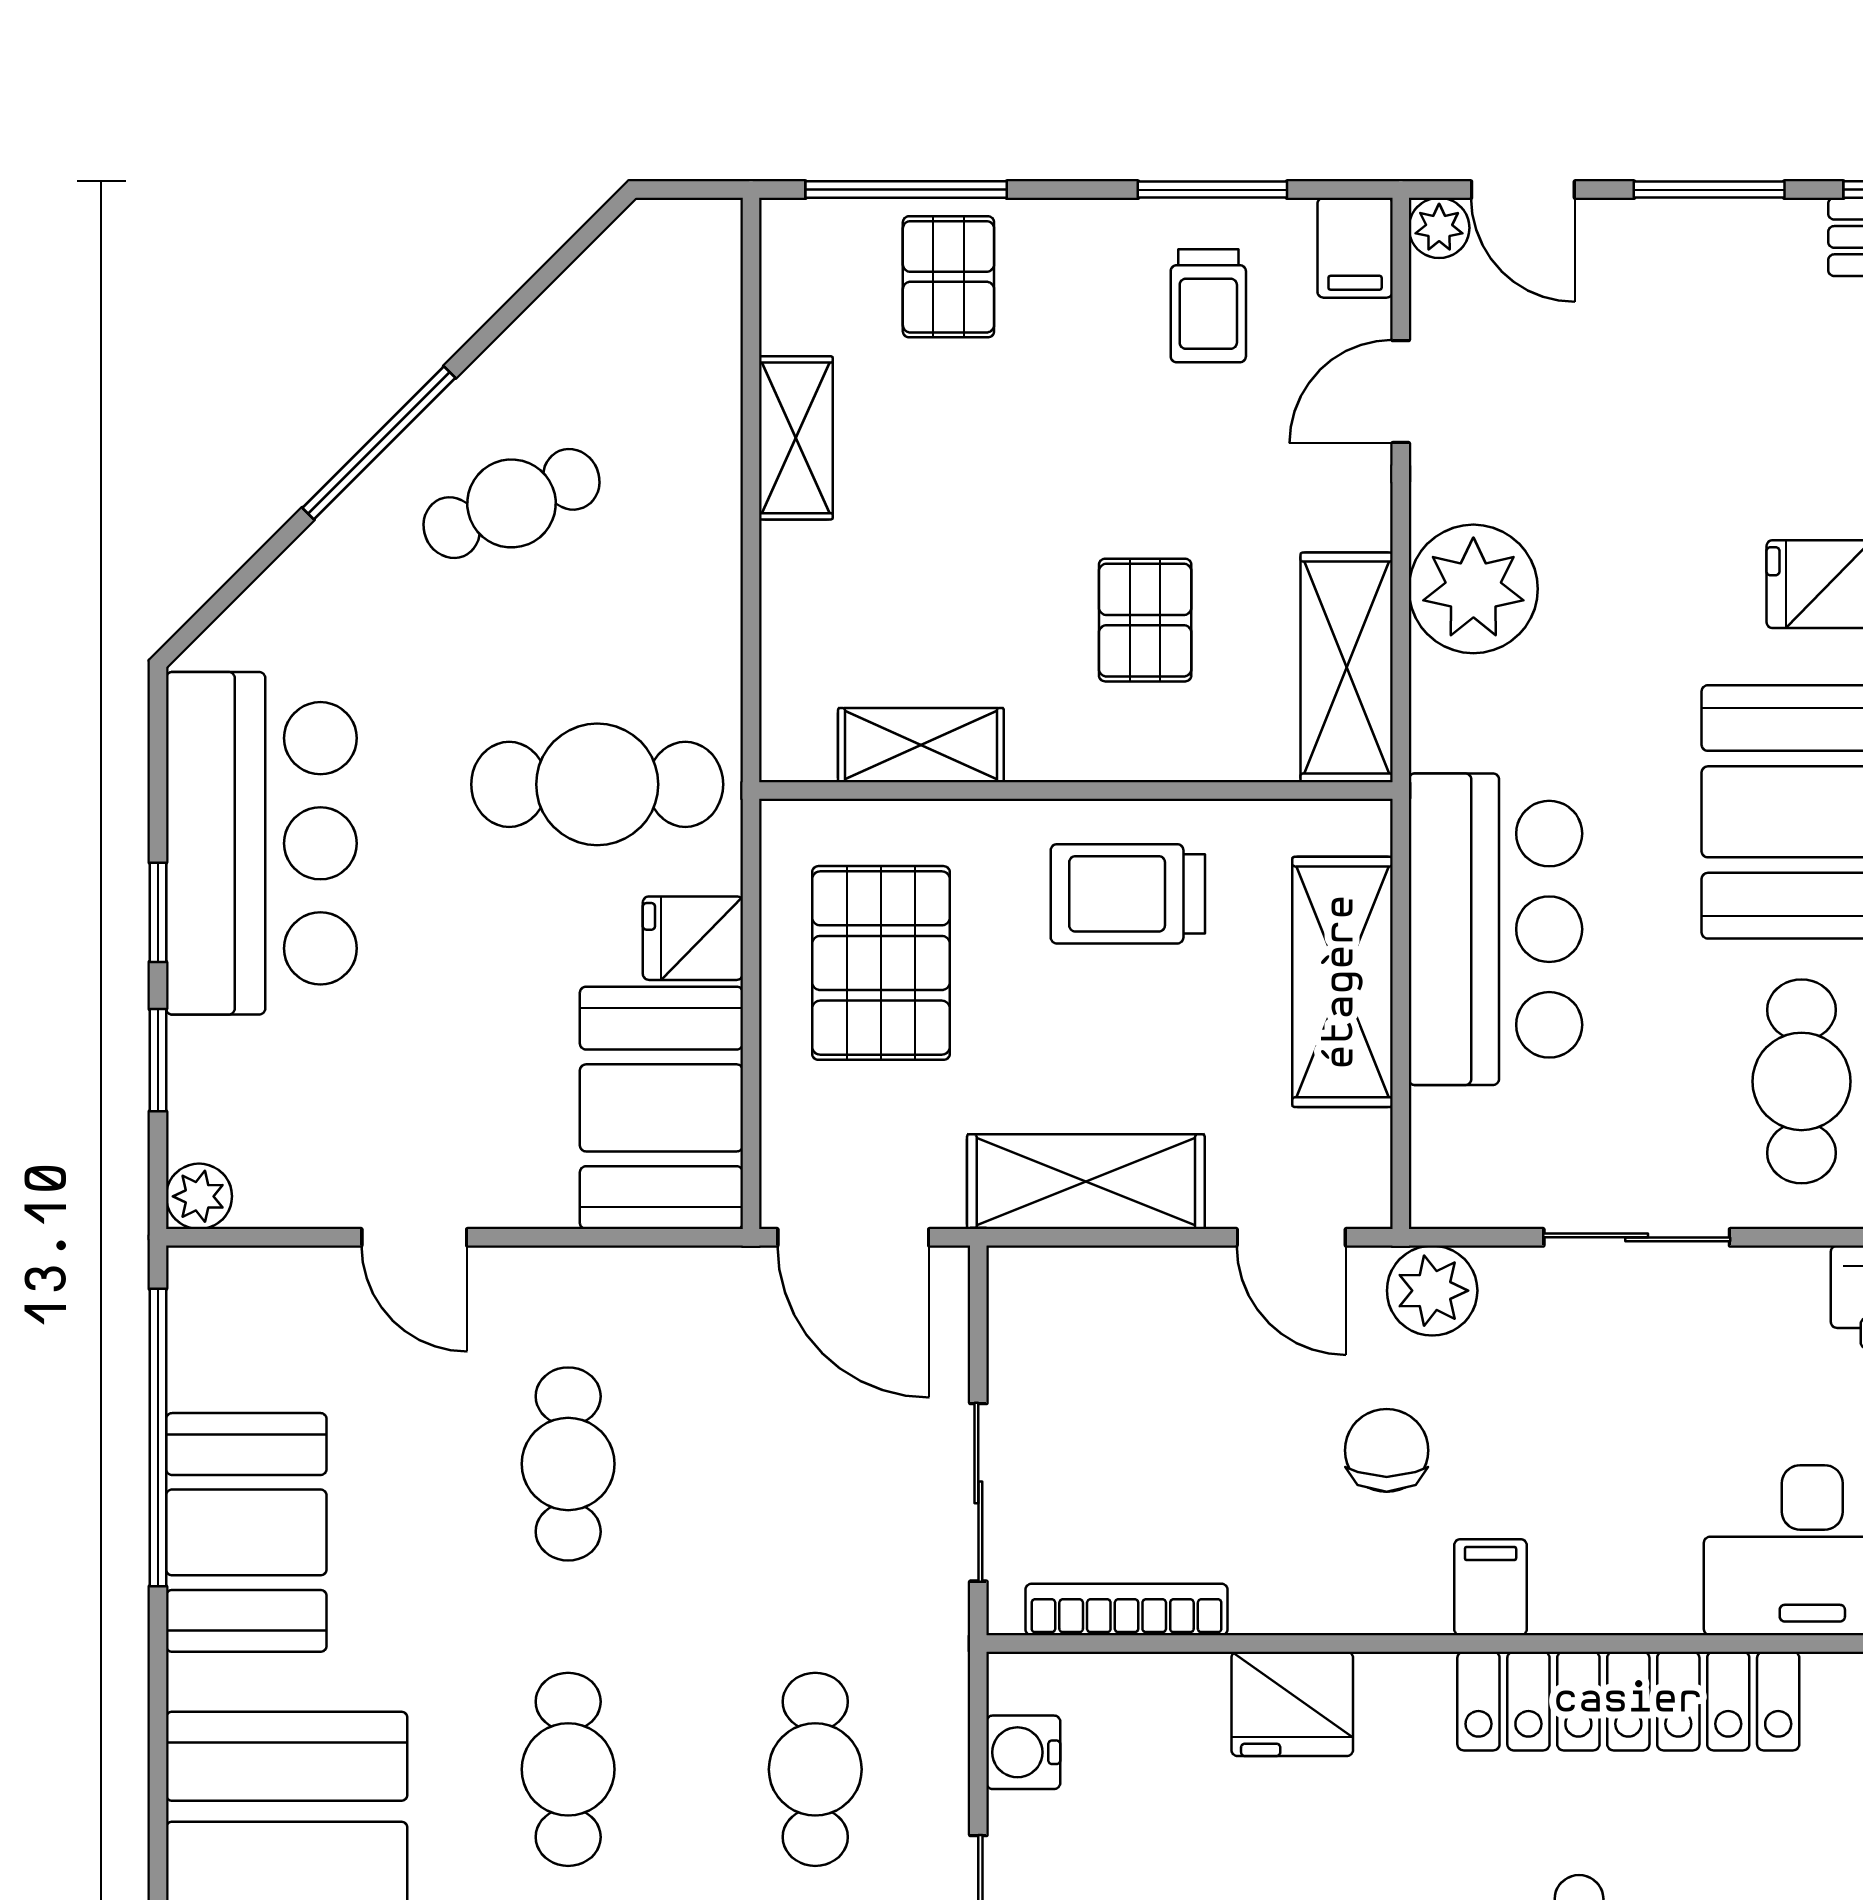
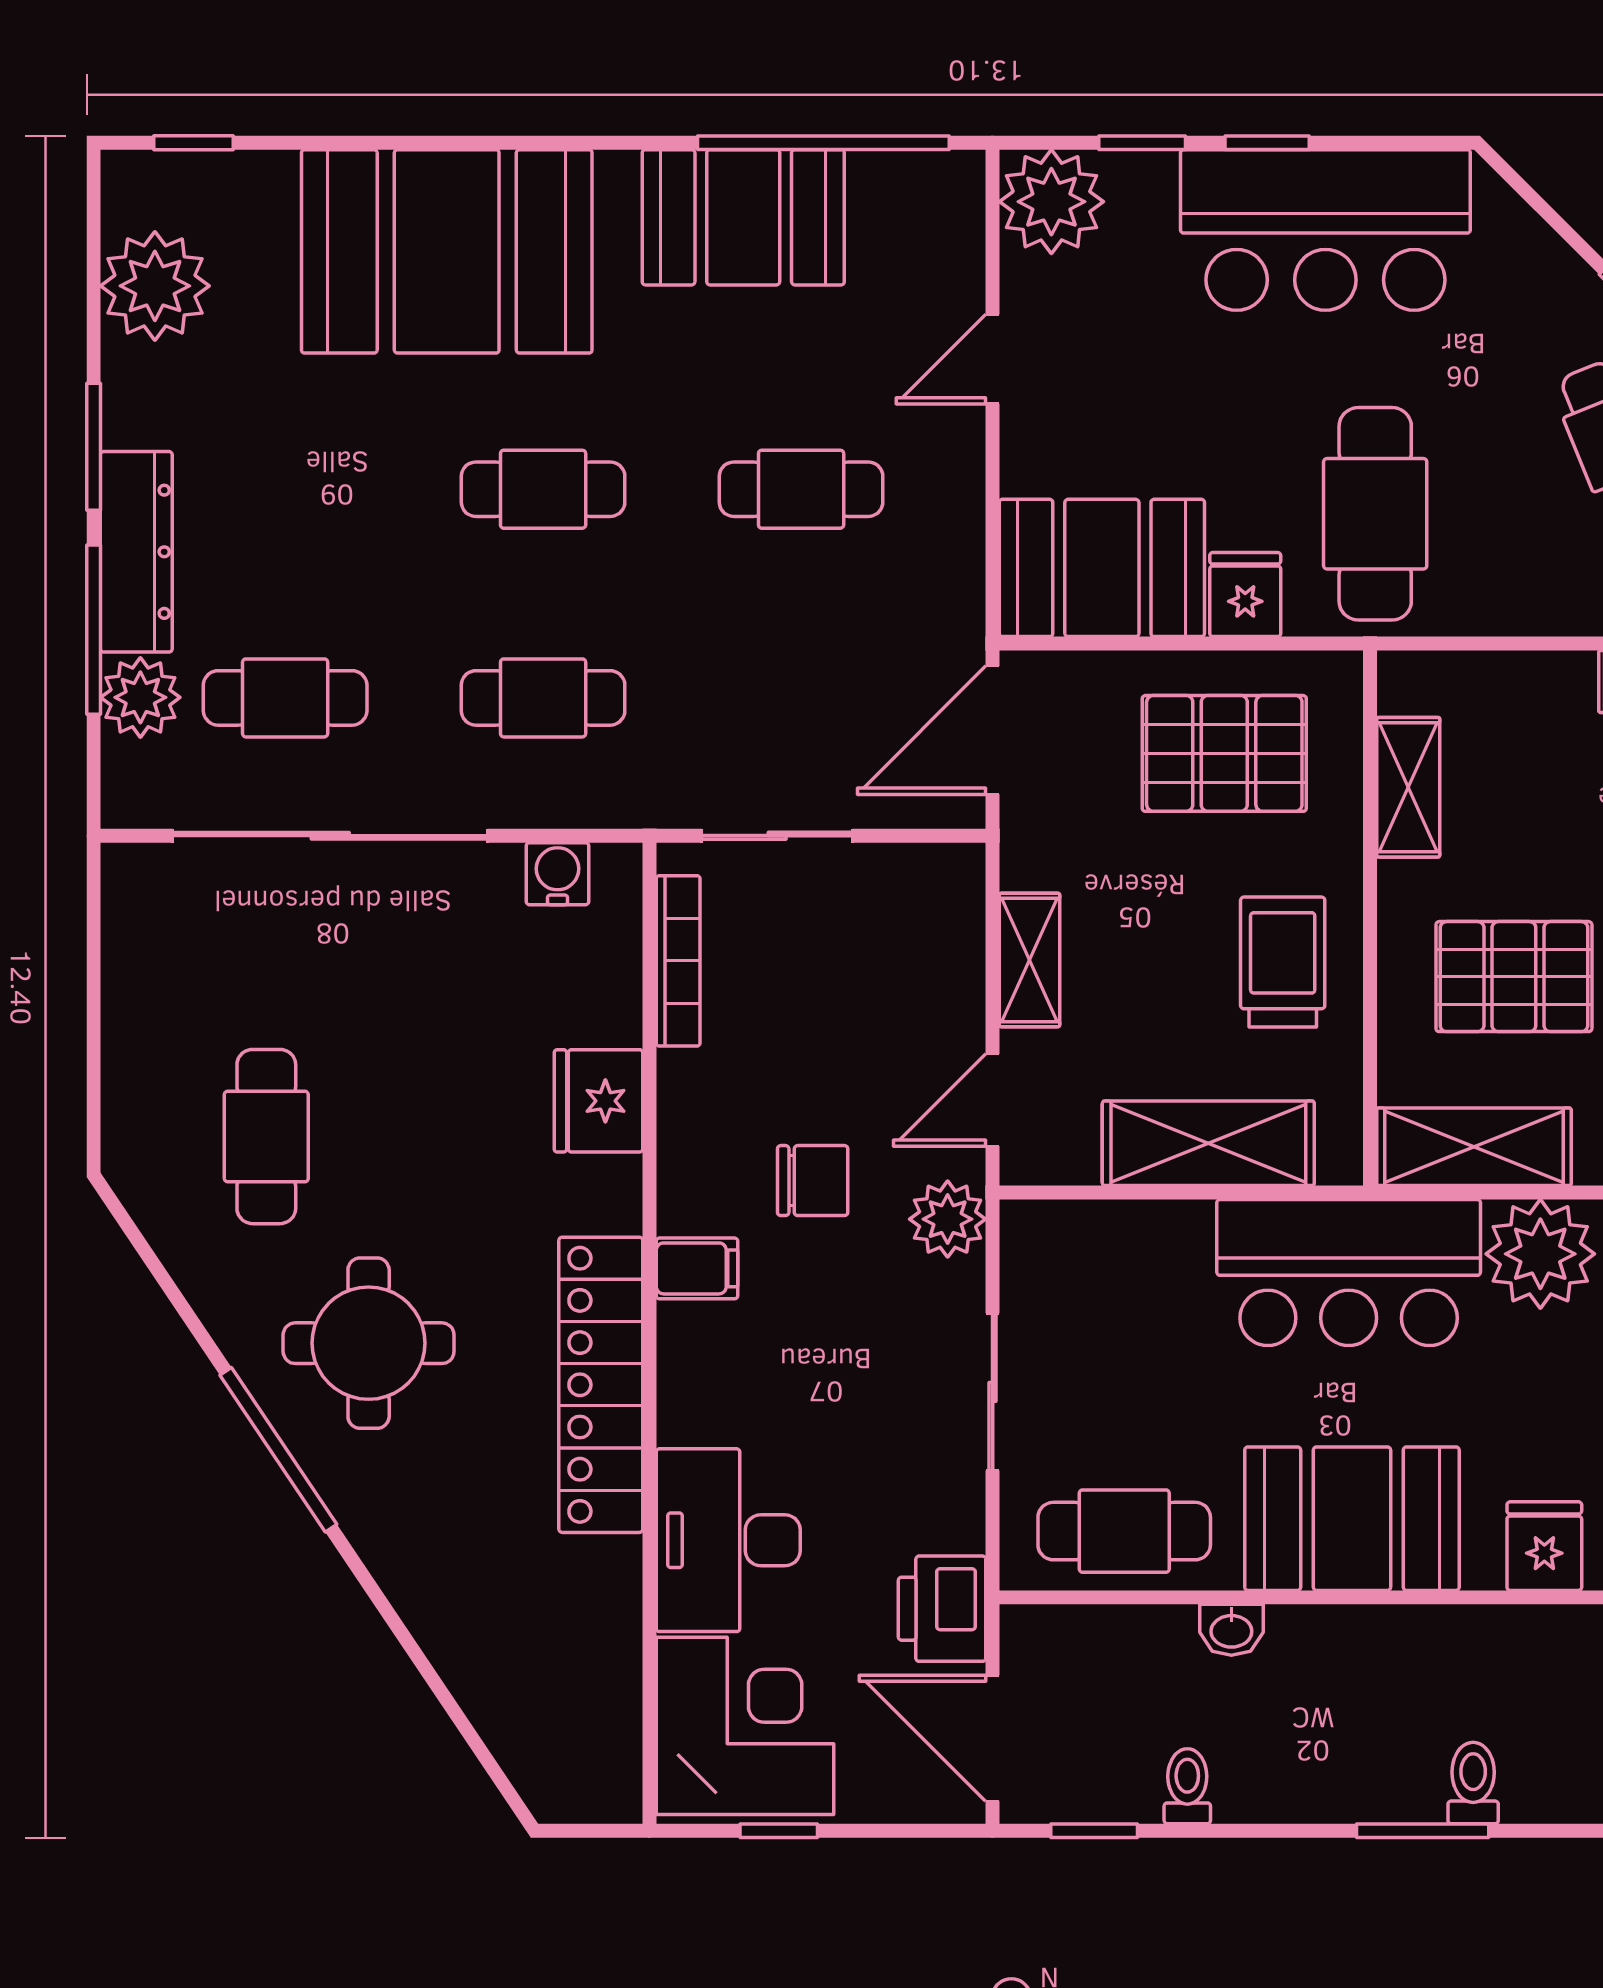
pallet: (1145, 620) -> (1514, 977), width x1.50, depth x1.42
bar counter: (1495, 929) -> (1349, 1273), moved
shelving: (1086, 1182) -> (1029, 960), width x0.67, depth x0.75
plant: (199, 1196) -> (1051, 202), width x1.87, depth x1.87

